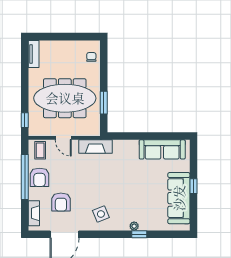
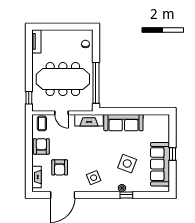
window: (104, 103) -> (96, 83), width x2.11
sofa: (162, 149) -> (123, 123), moved
window: (25, 177) -> (29, 146), removed
armchair: (40, 177) -> (41, 146), turned 180
side table: (140, 197) -> (127, 164), added

